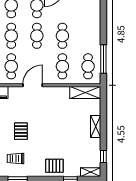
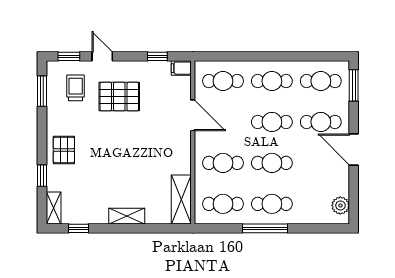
cafe table: (88, 36) -> (272, 204), added
window: (103, 59) -> (265, 228), moved
pallet: (21, 131) -> (119, 97), width x1.50, depth x1.42

